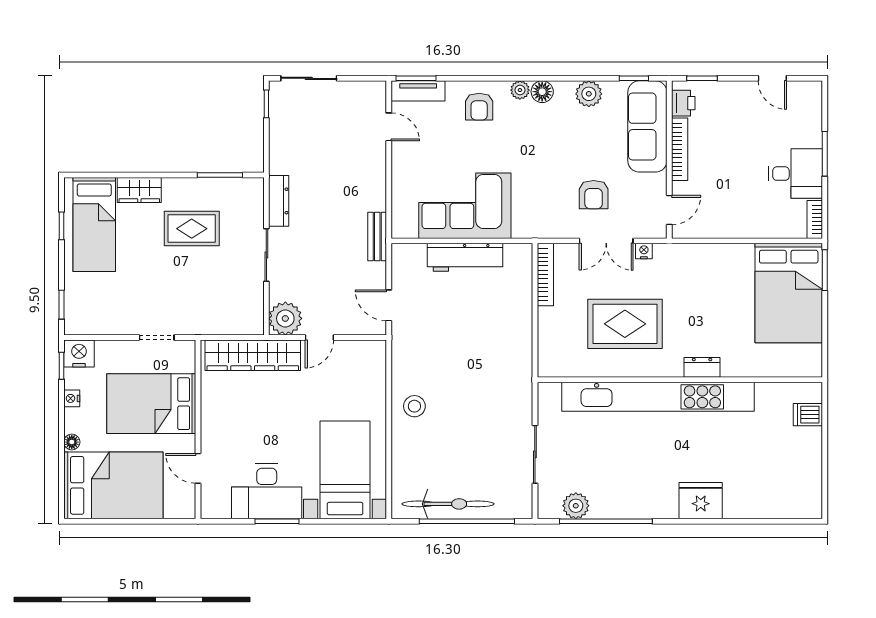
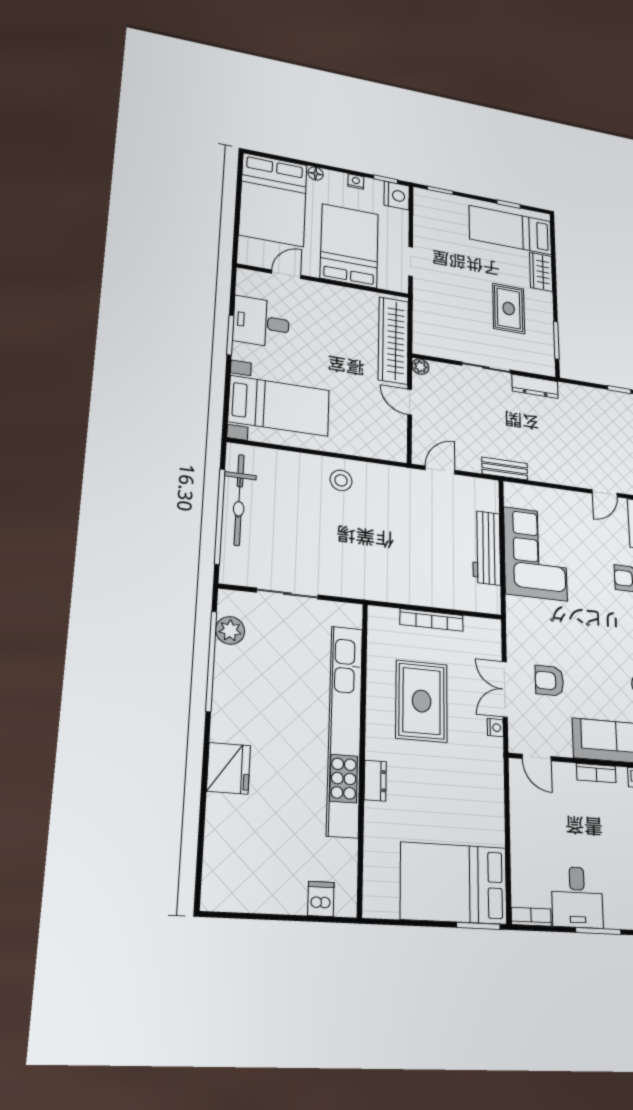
bookcase: (680, 149) -> (596, 773), width x0.64
bookcase: (545, 275) -> (432, 620), moved
plant: (285, 318) -> (420, 367), width x0.53, depth x0.53
desk: (267, 491) -> (261, 322), width x0.73

